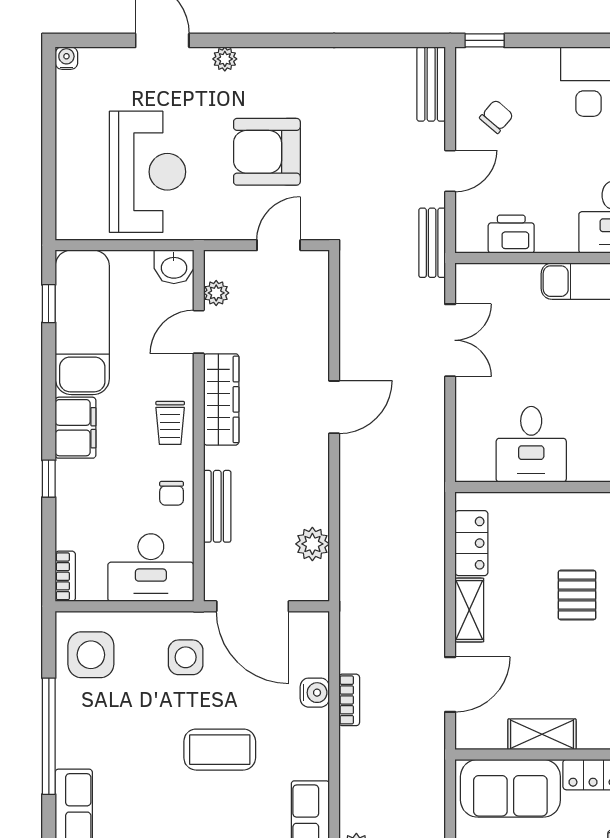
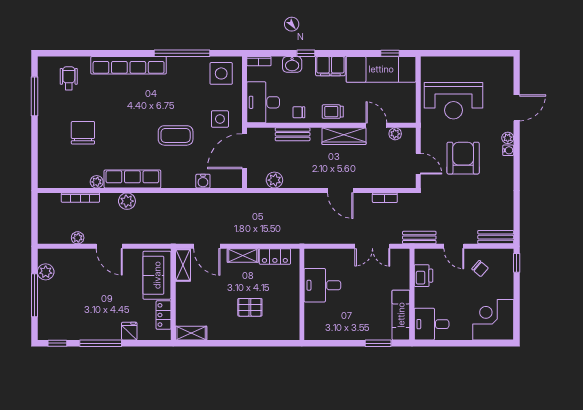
water cooler: (66, 58) -> (508, 150), moved
washbasin: (174, 267) -> (292, 64), moved, turned -90
bookcase: (349, 700) -> (385, 198), moved
shelving: (542, 734) -> (183, 265), moved
coffee table: (220, 750) -> (176, 135), turned 90

